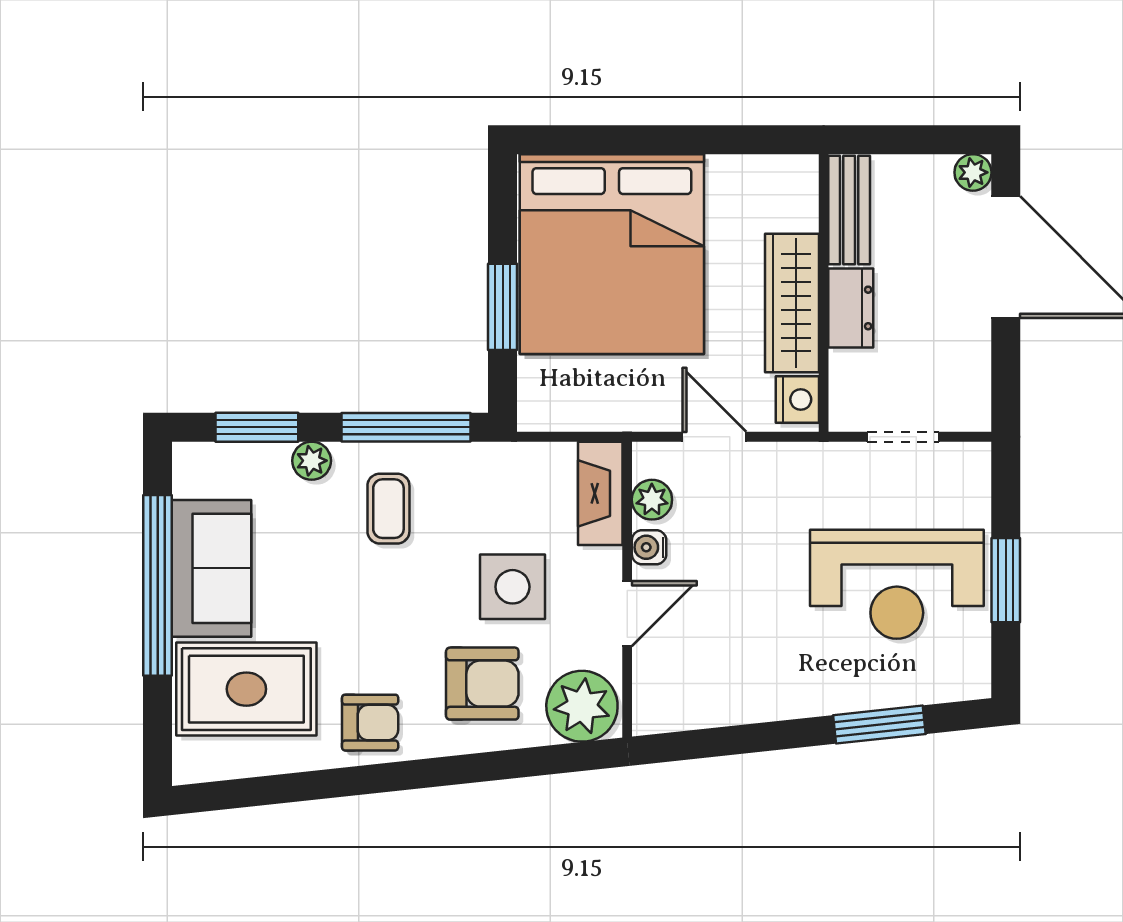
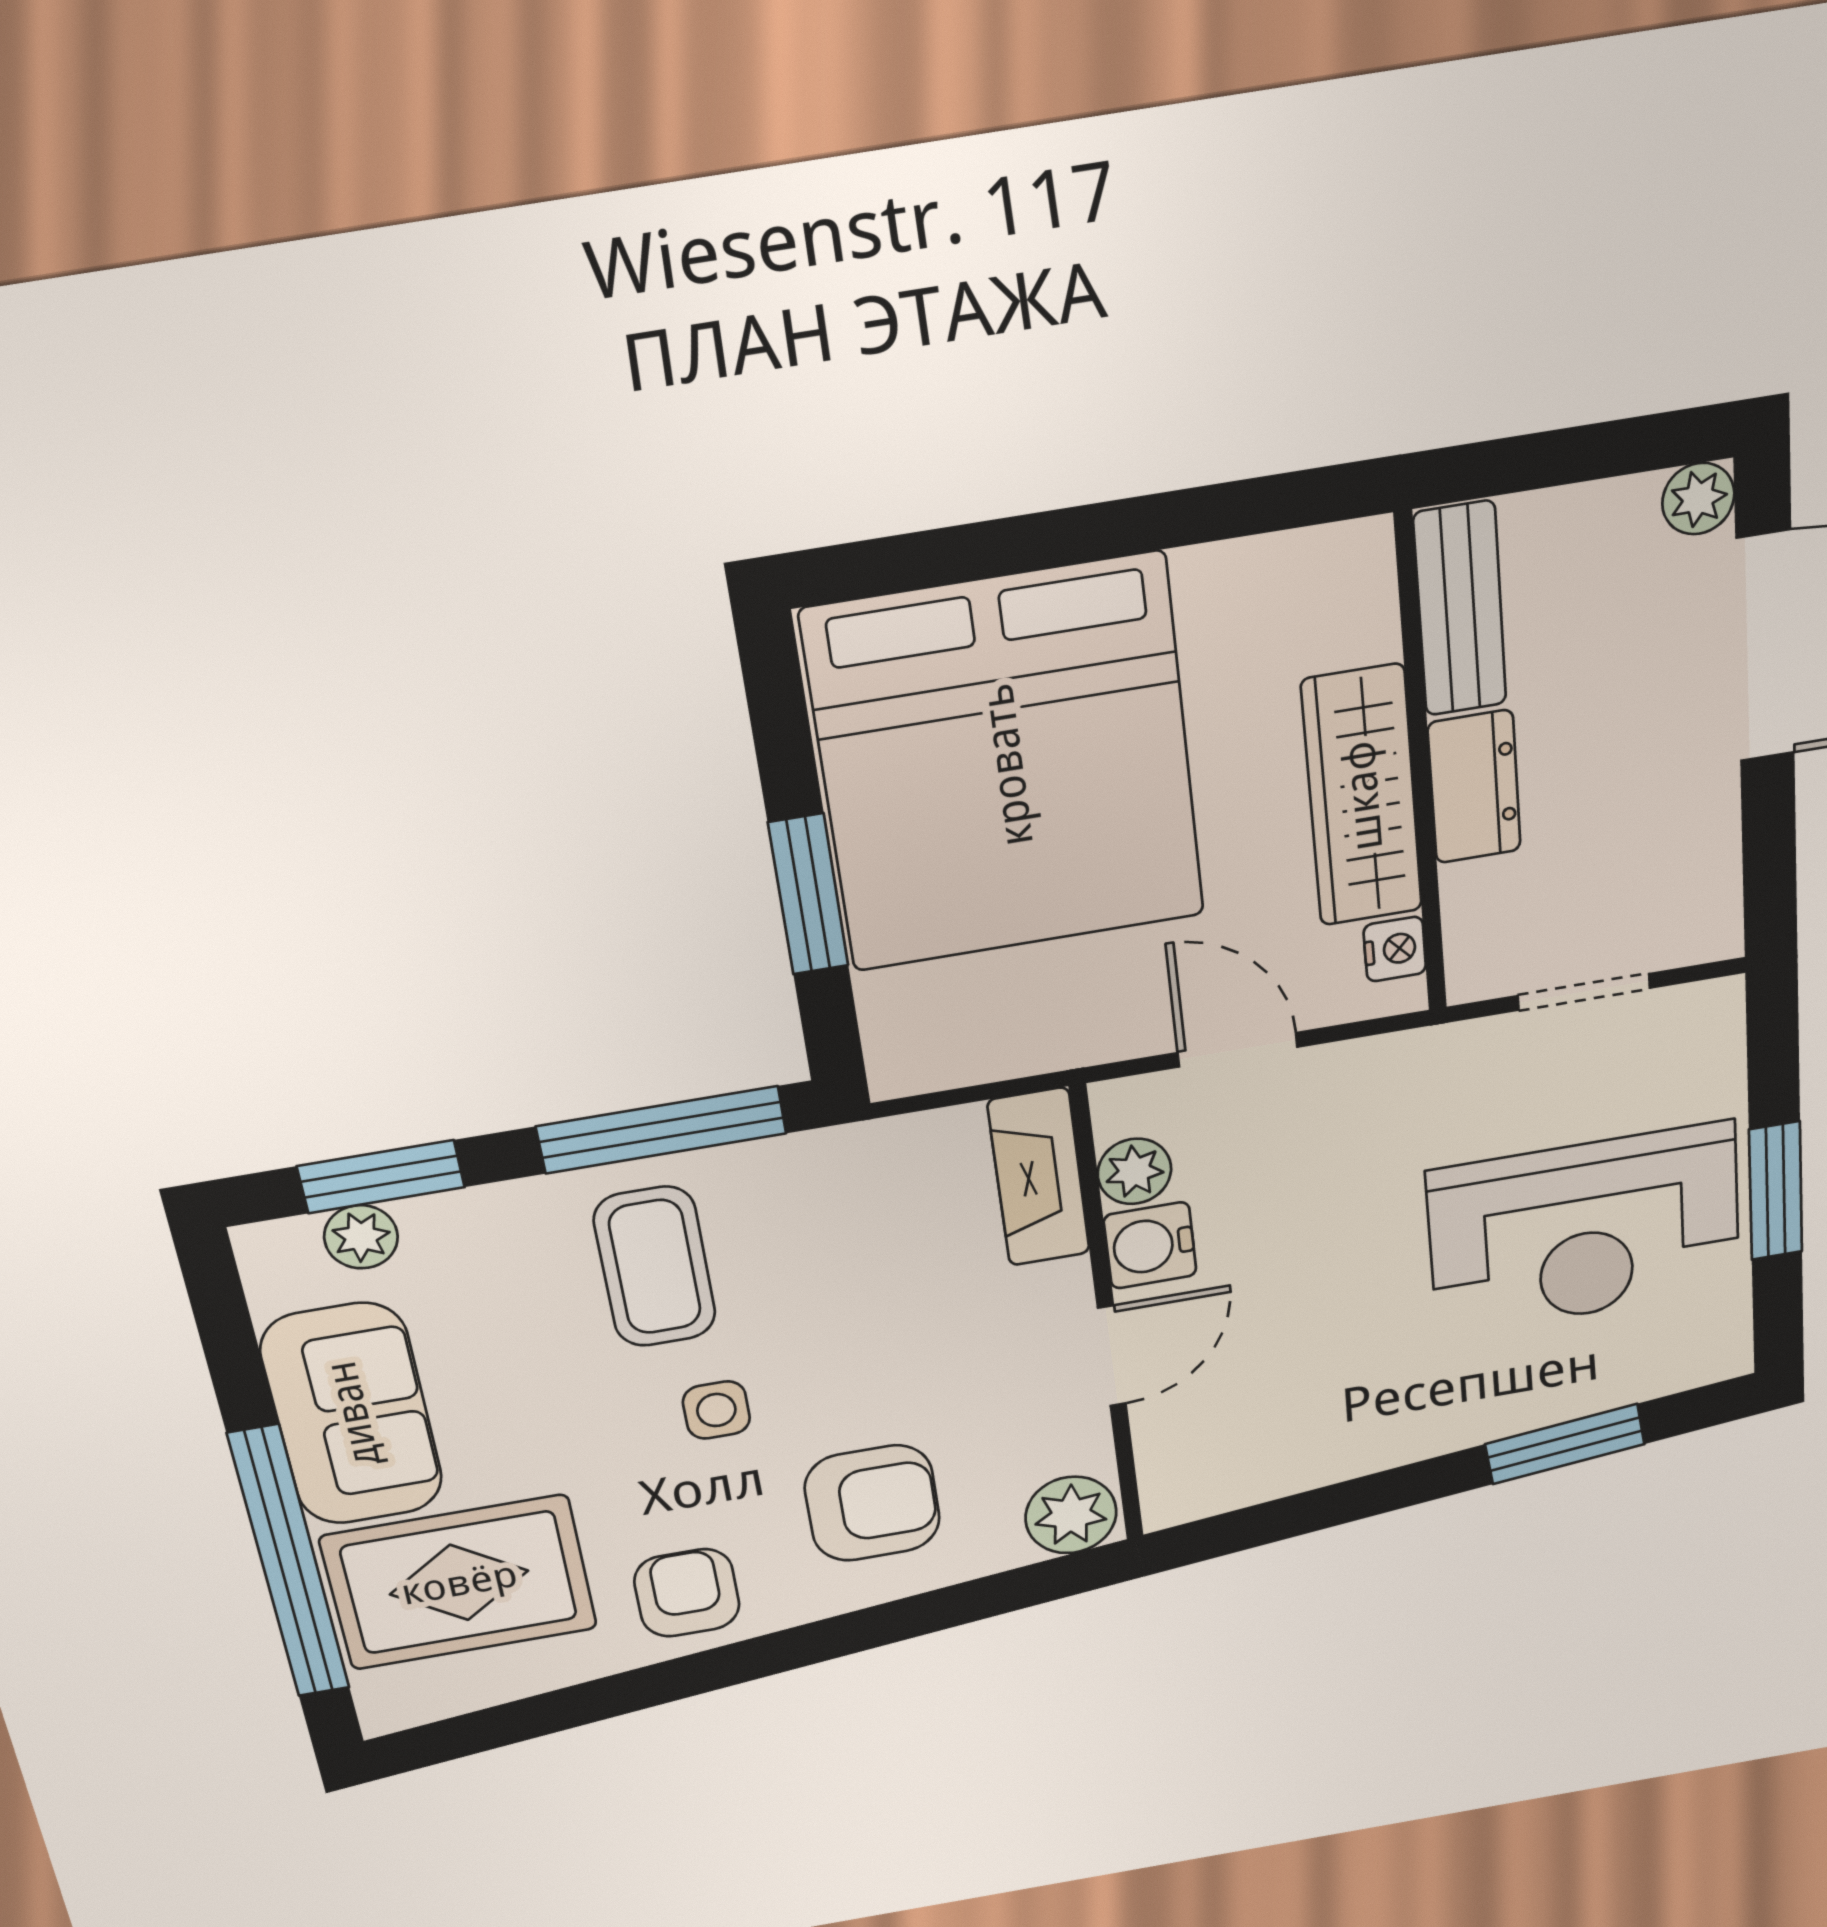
nightstand: (797, 399) -> (1395, 949), width x0.72, depth x0.74
plant: (312, 461) -> (361, 1237), moved
coffee table: (388, 509) -> (655, 1267), width x1.36, depth x1.30
water cooler: (649, 547) -> (1150, 1245), width x1.38, depth x1.38
window: (158, 585) -> (289, 1563), moved
side table: (512, 587) -> (716, 1410), moved, width x0.54, depth x0.54
plant: (582, 706) -> (1071, 1515), width x0.73, depth x0.73
armchair: (370, 723) -> (687, 1593), turned -90

